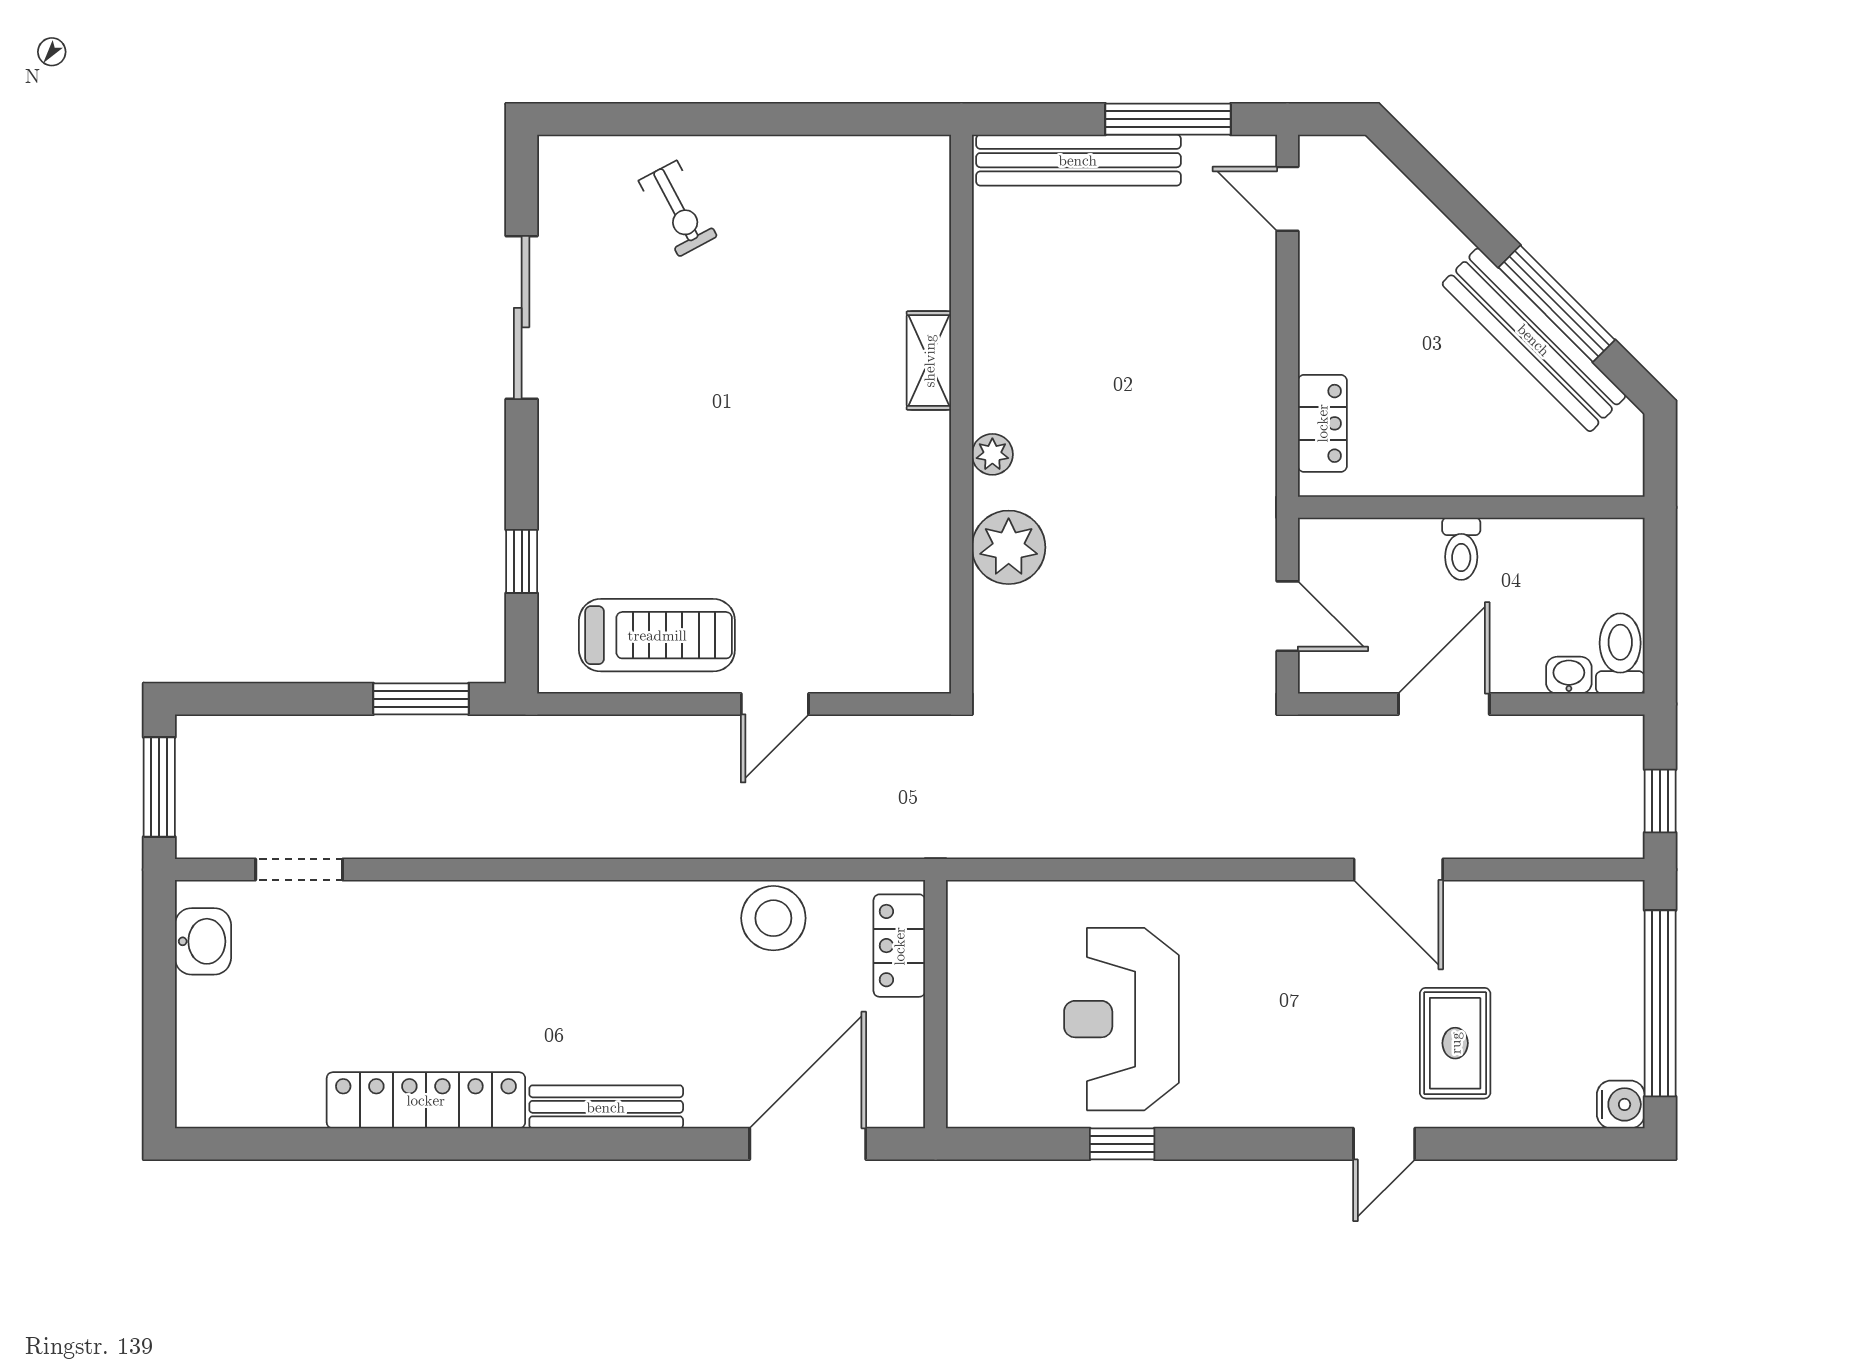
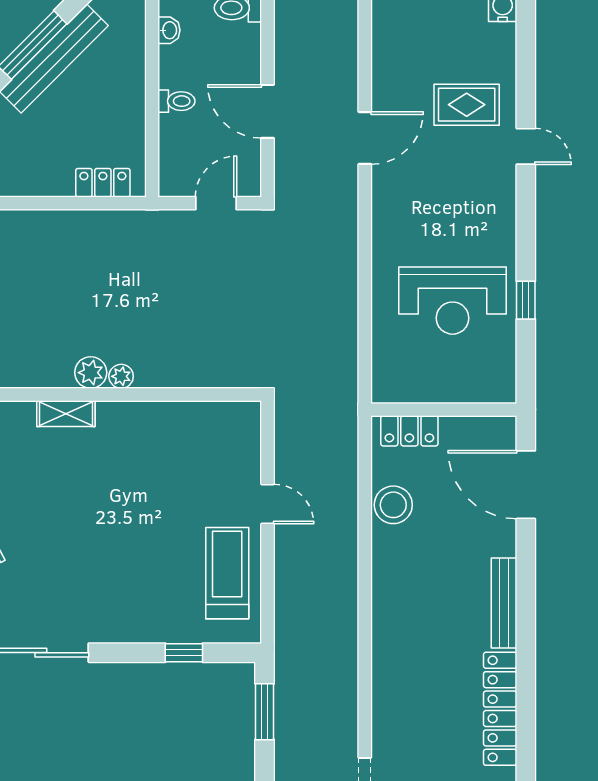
plant: (1009, 547) -> (91, 373), moved, width x0.73, depth x0.73
washbasin: (1569, 675) -> (169, 30), moved, turned 180

